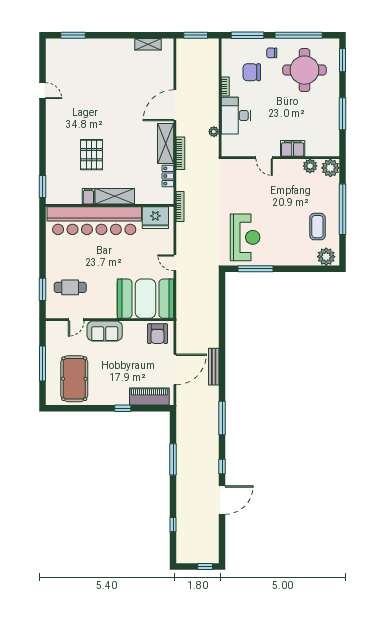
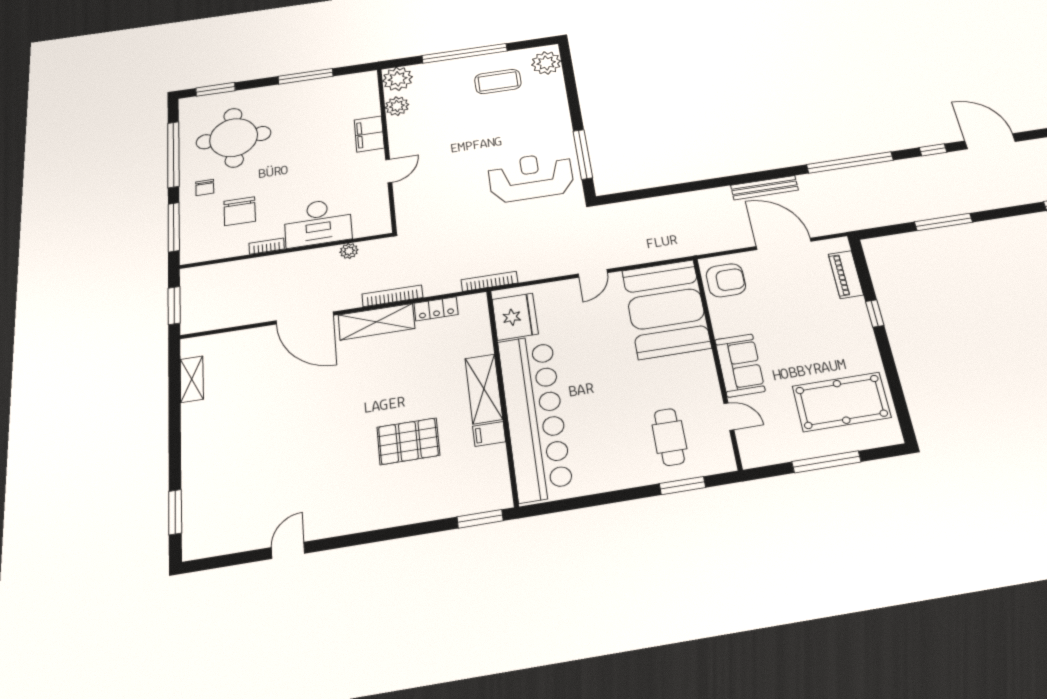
piano: (149, 396) -> (846, 274), width x0.73, depth x0.75
window: (222, 418) -> (850, 162), width x1.46

